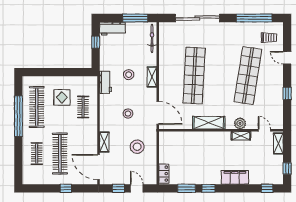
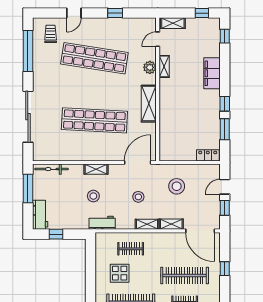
shelving: (104, 121) -> (147, 224), added
door: (99, 167) -> (200, 231), hinge flipped

